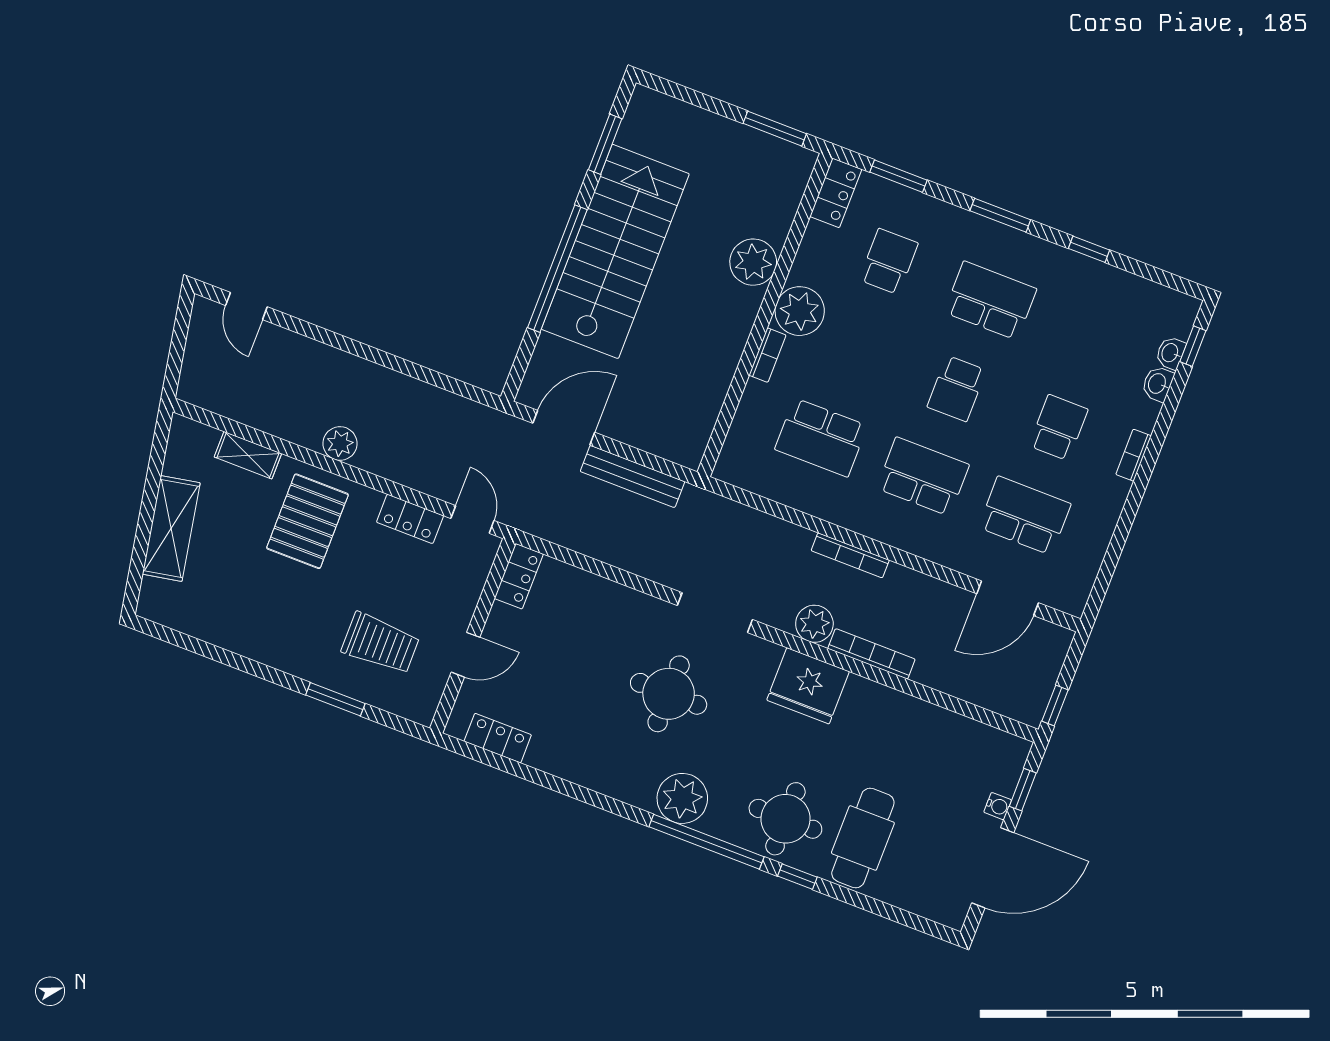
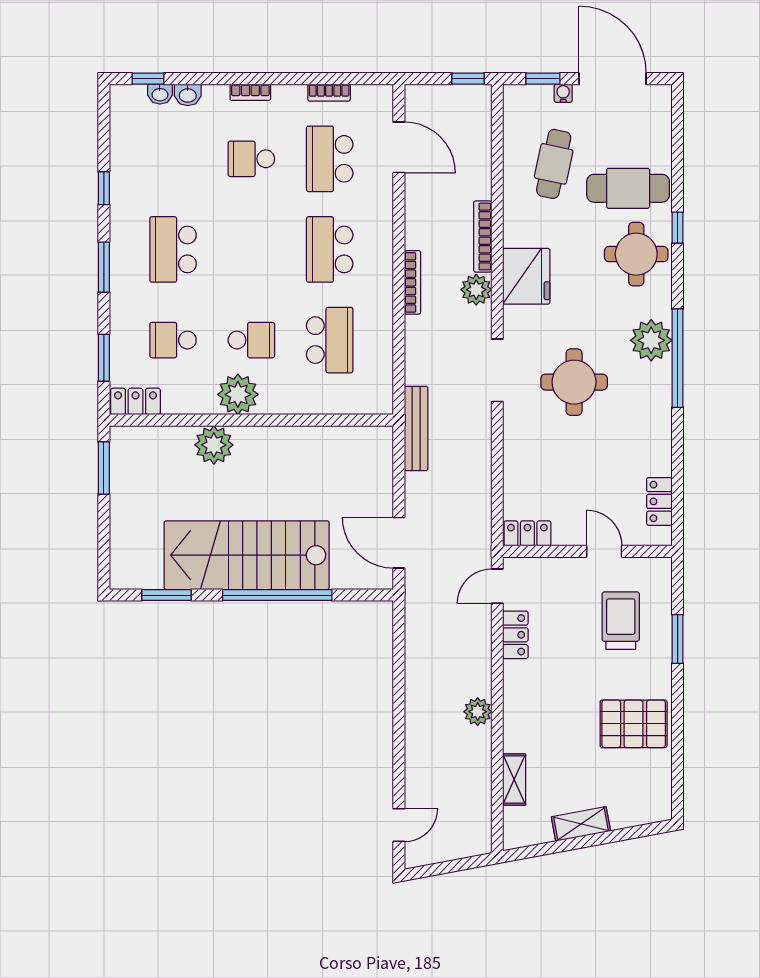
bookcase: (767, 355) -> (329, 93), moved, turned 180
school desk: (957, 389) -> (251, 340), moved
bench: (632, 476) -> (416, 428), moved
pallet: (307, 521) -> (634, 724), moved
shelving: (171, 528) -> (581, 824), width x0.67, depth x0.75
cafe table: (922, 765) -> (554, 164), added
window: (706, 842) -> (678, 358), moved

